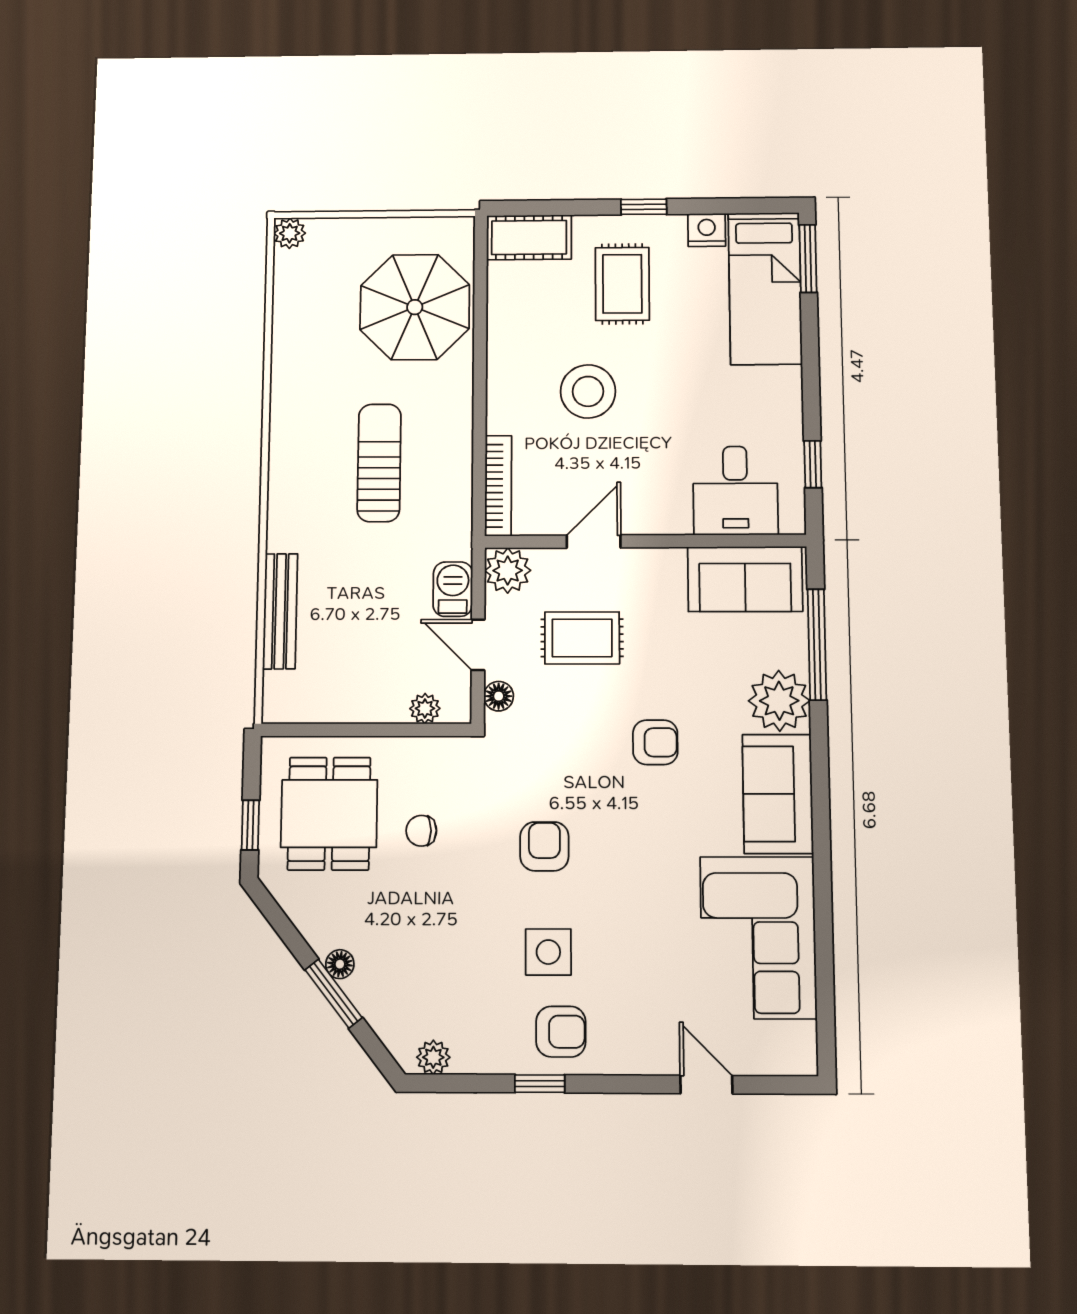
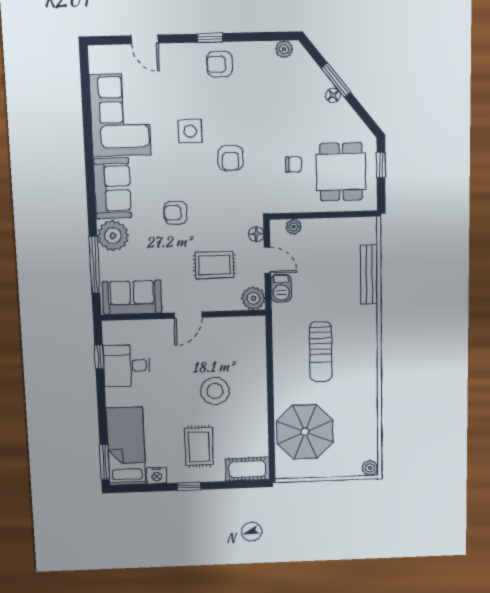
bookcase: (498, 486) -> (259, 342), removed
desk: (735, 491) -> (127, 366), moved, turned -90
door: (594, 541) -> (188, 315), moved
side table: (548, 952) -> (190, 131), moved
window: (540, 1084) -> (210, 38), moved

